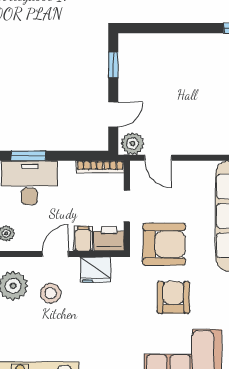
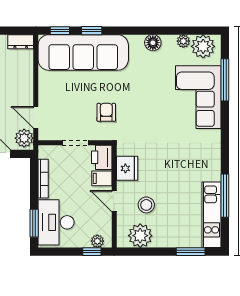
door: (158, 158) -> (36, 117), swing flipped
bookcase: (100, 167) -> (43, 179), moved
armchair: (164, 244) -> (106, 112), width x0.53, depth x0.53
armchair: (173, 297) -> (150, 105), removed

